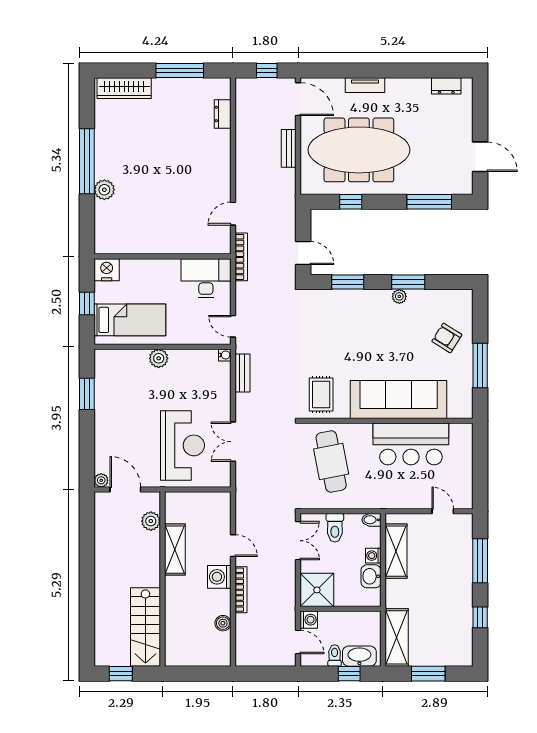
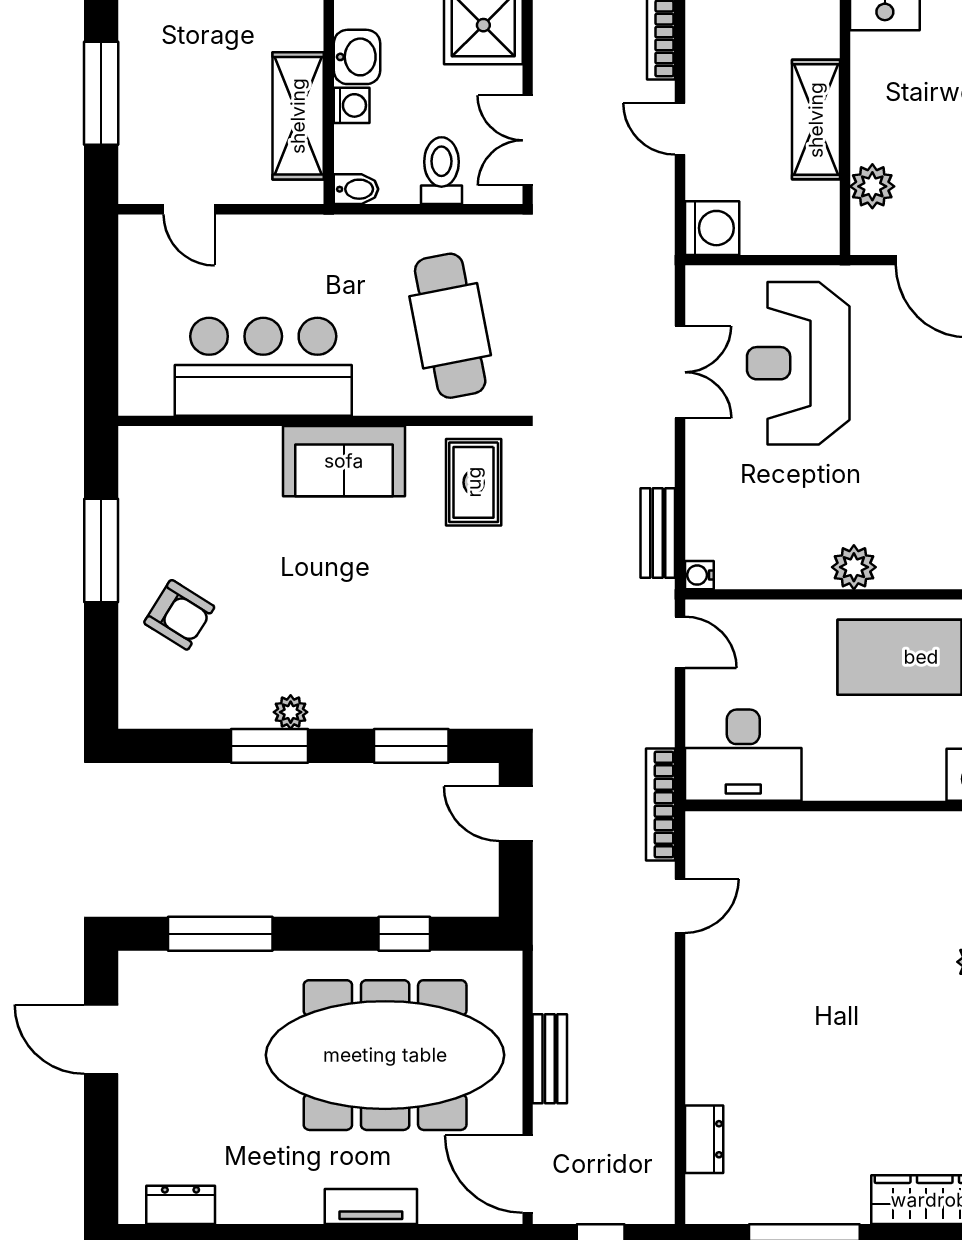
sofa: (399, 400) -> (344, 461), width x0.54, depth x0.79
washing machine: (219, 577) -> (712, 228), moved

